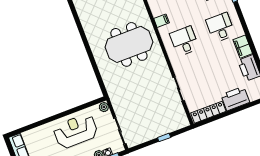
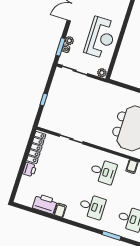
filing cabinet: (243, 47) -> (60, 210), width x0.50
printer: (235, 99) -> (30, 169), width x0.53, depth x0.68

